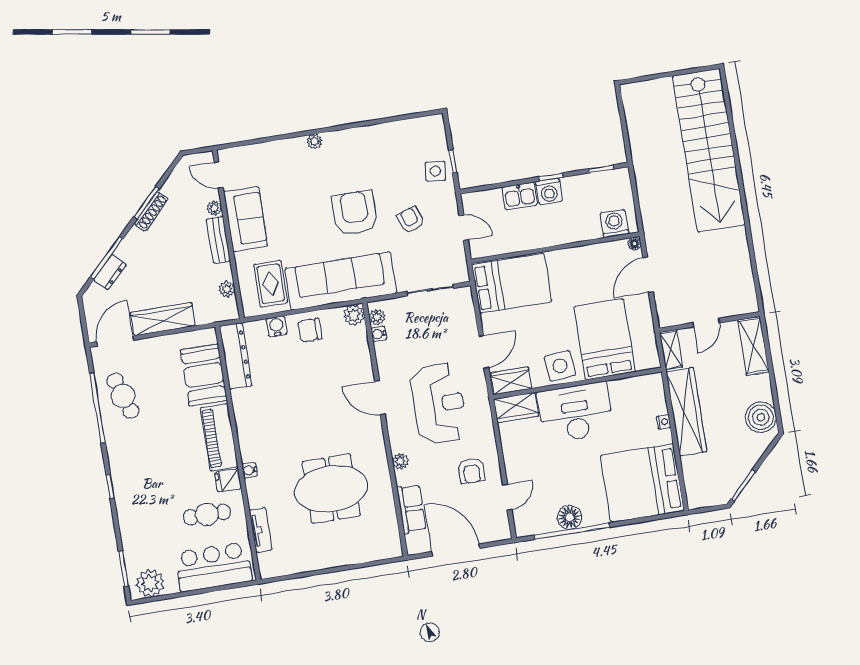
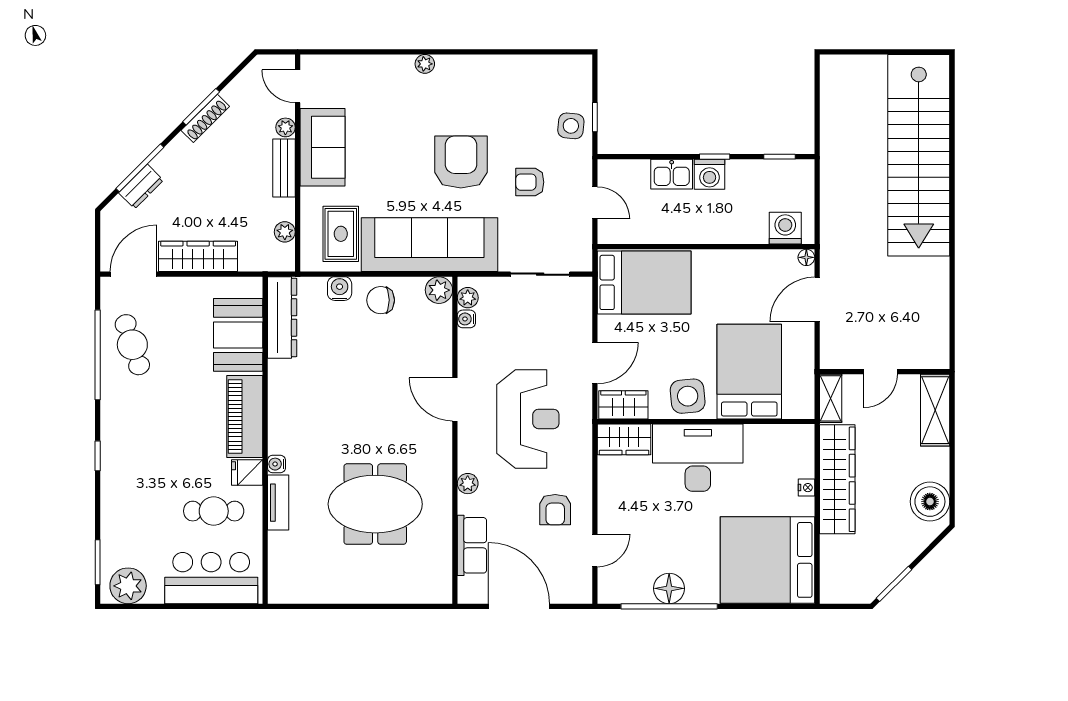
armchair: (411, 220) -> (530, 182), turned -72
tv unit: (261, 530) -> (278, 503), moved

